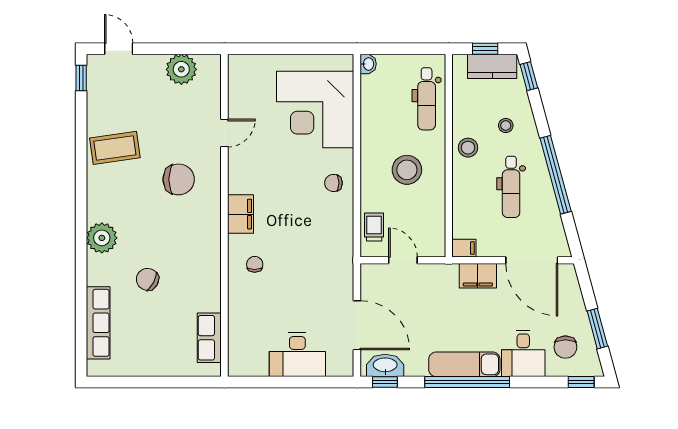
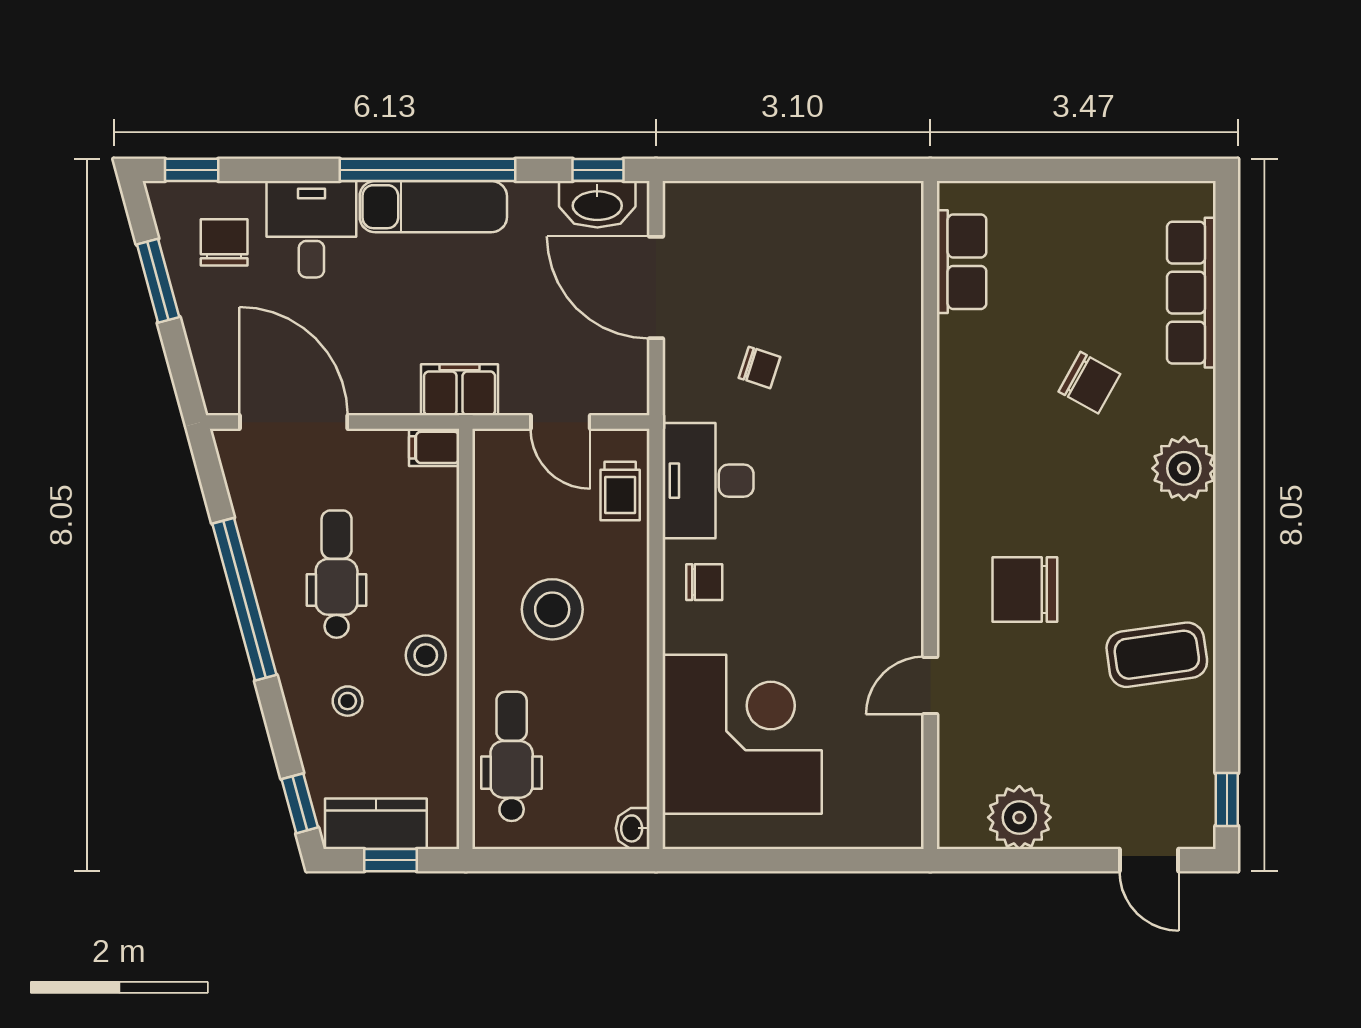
filing cabinet: (240, 214) -> (897, 518), removed
chair: (255, 264) -> (760, 367), moved, turned -72
filing cabinet: (478, 276) -> (460, 390), moved
desk: (297, 355) -> (708, 481), moved, turned -90

